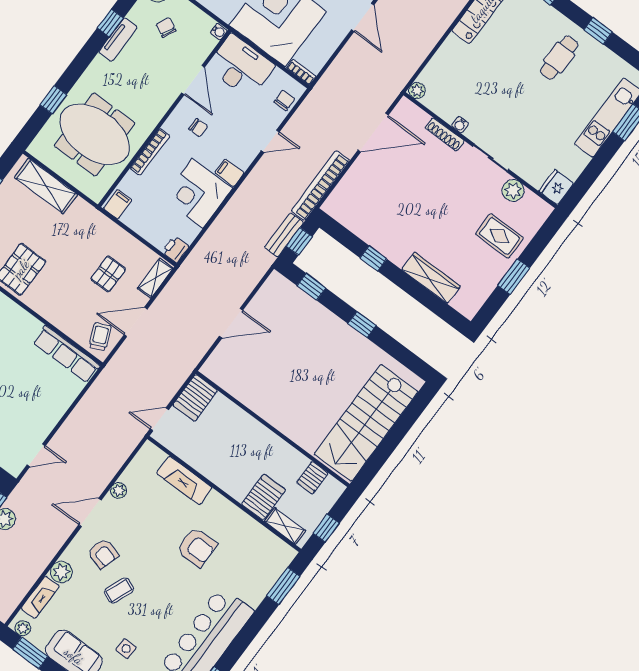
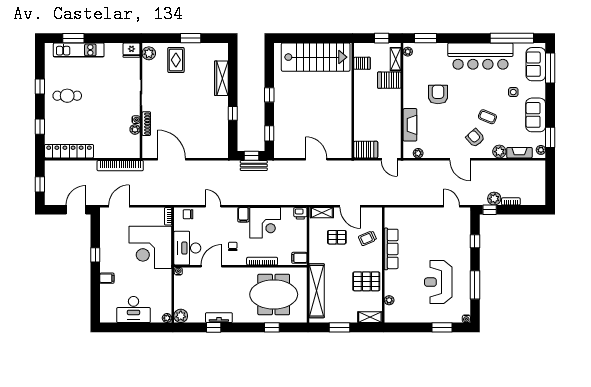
chair: (166, 28) -> (196, 299), removed
plant: (417, 90) -> (135, 129), moved
meeting table: (95, 134) -> (274, 294), turned 90
shelving: (46, 186) -> (317, 291), width x1.47
bookcase: (320, 186) -> (120, 166), moved
plant: (513, 191) -> (149, 53), moved
trolley: (100, 337) -> (368, 238), moved
row of seats: (66, 354) -> (391, 249), moved
plant: (119, 490) -> (418, 153), moved
plant: (283, 549) -> (408, 52), added
armchair: (103, 554) -> (475, 138), turned -58

